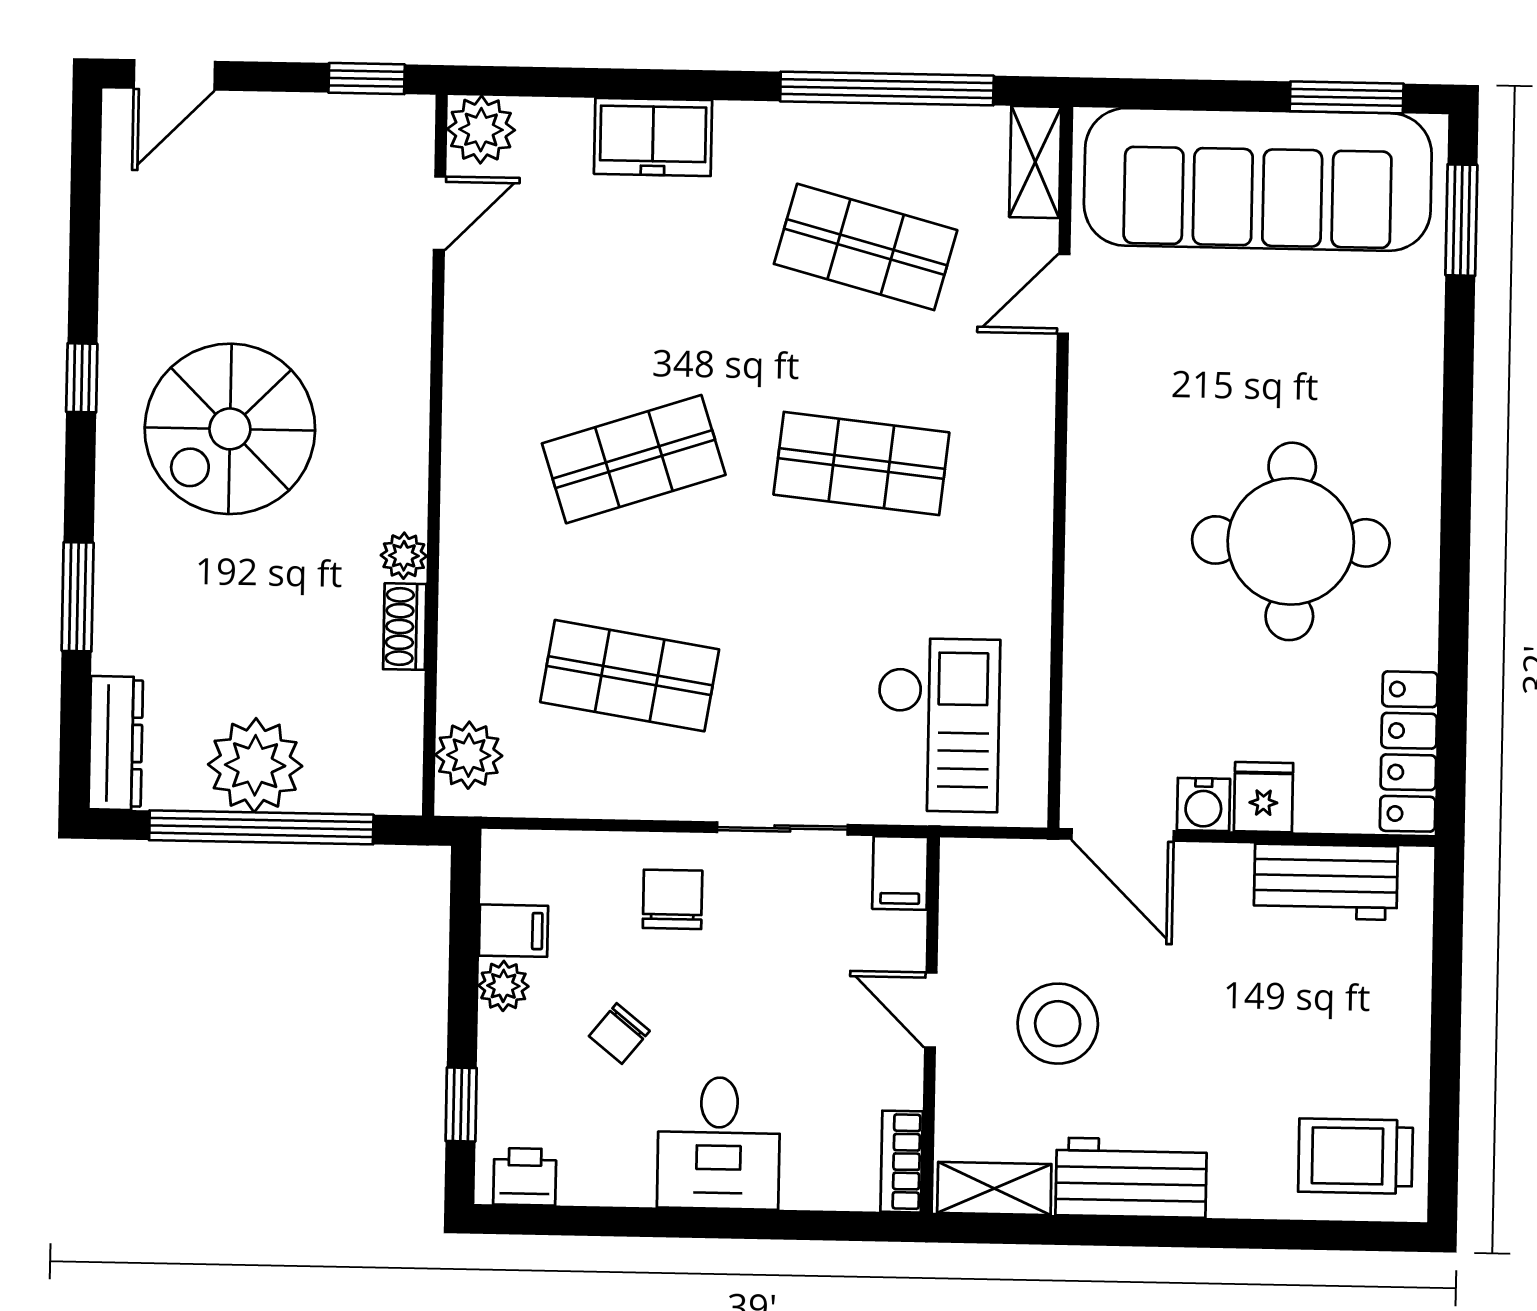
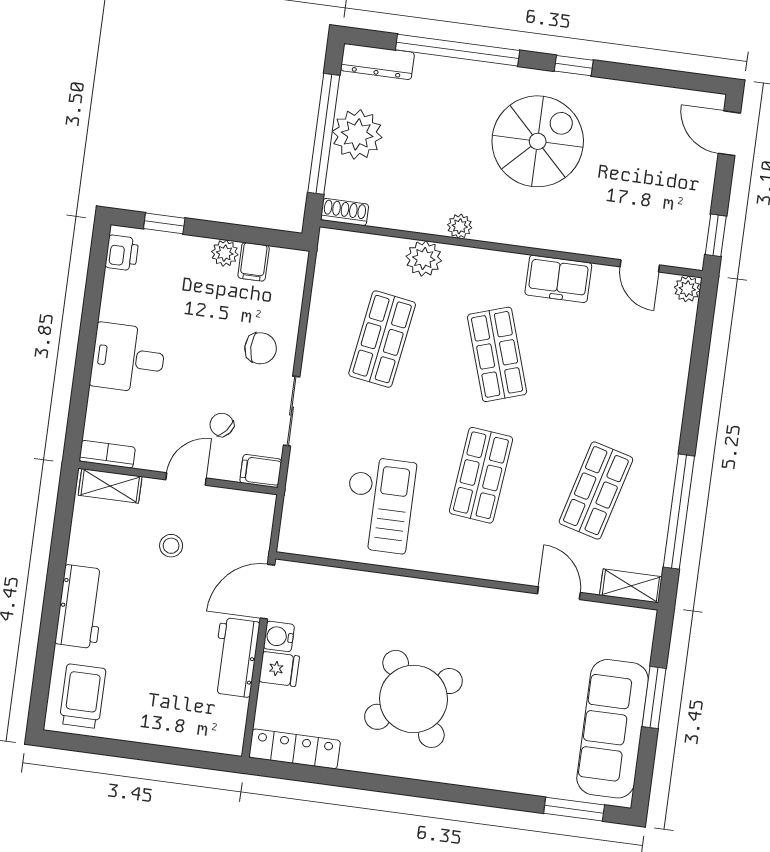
window: (1347, 97) -> (654, 697), moved
plant: (481, 130) -> (687, 289), width x0.73, depth x0.73
freezer: (653, 137) -> (558, 279), moved, turned -90
sofa: (1258, 179) -> (613, 729), width x0.74, depth x0.79
spiral stairs: (230, 429) -> (538, 141), turned 90
round table: (1291, 541) -> (413, 699), turned -34
window: (78, 597) -> (458, 50), width x2.11
shoe rack: (405, 627) -> (345, 212), moved
checkout: (938, 725) -> (379, 504), moved, turned -90
plant: (469, 755) -> (424, 259), moved
workbench: (1326, 882) -> (236, 657), moved
stool: (1058, 1024) -> (171, 546), width x0.53, depth x0.53
chair: (619, 1033) -> (222, 425), moved
workbench: (1131, 1178) -> (80, 607), moved
shelving: (994, 1188) -> (110, 486), moved, turned 90

